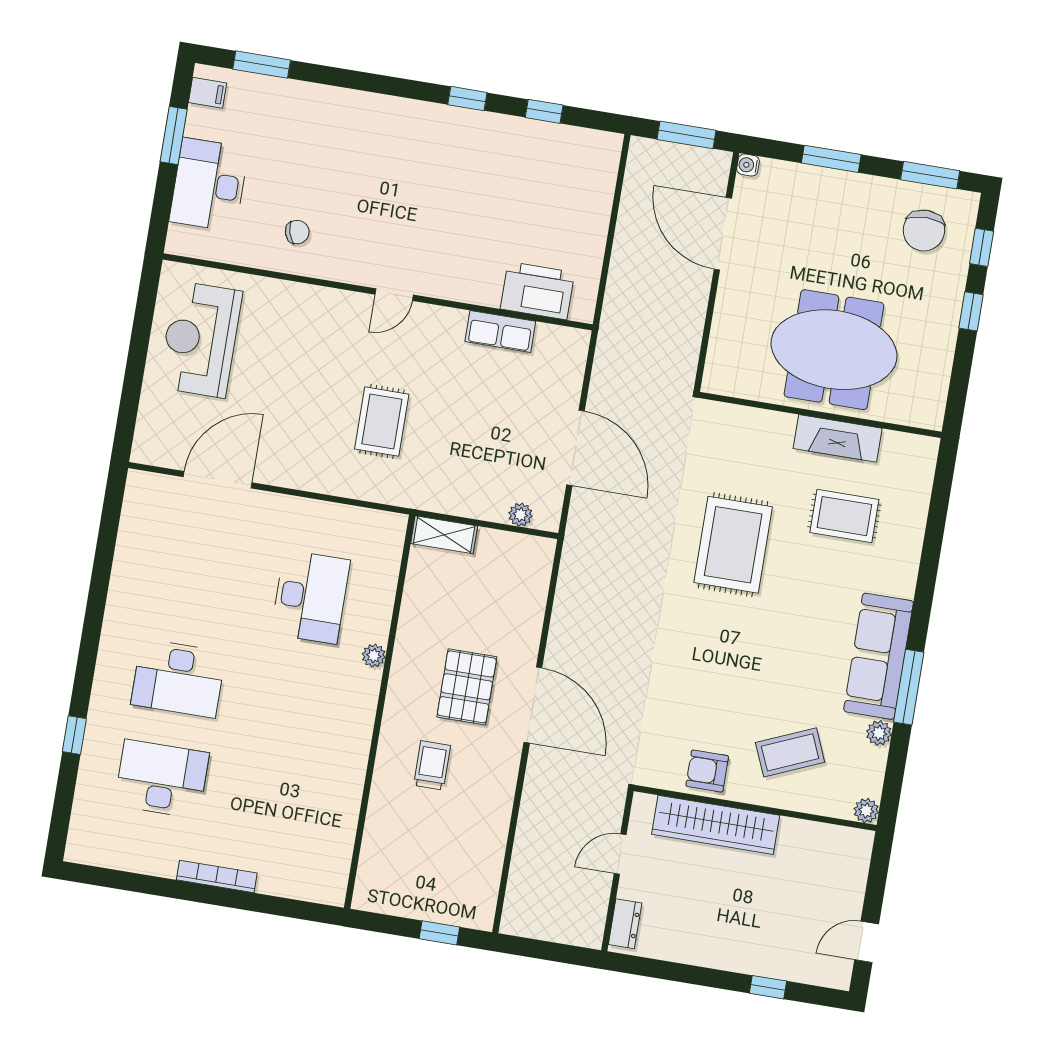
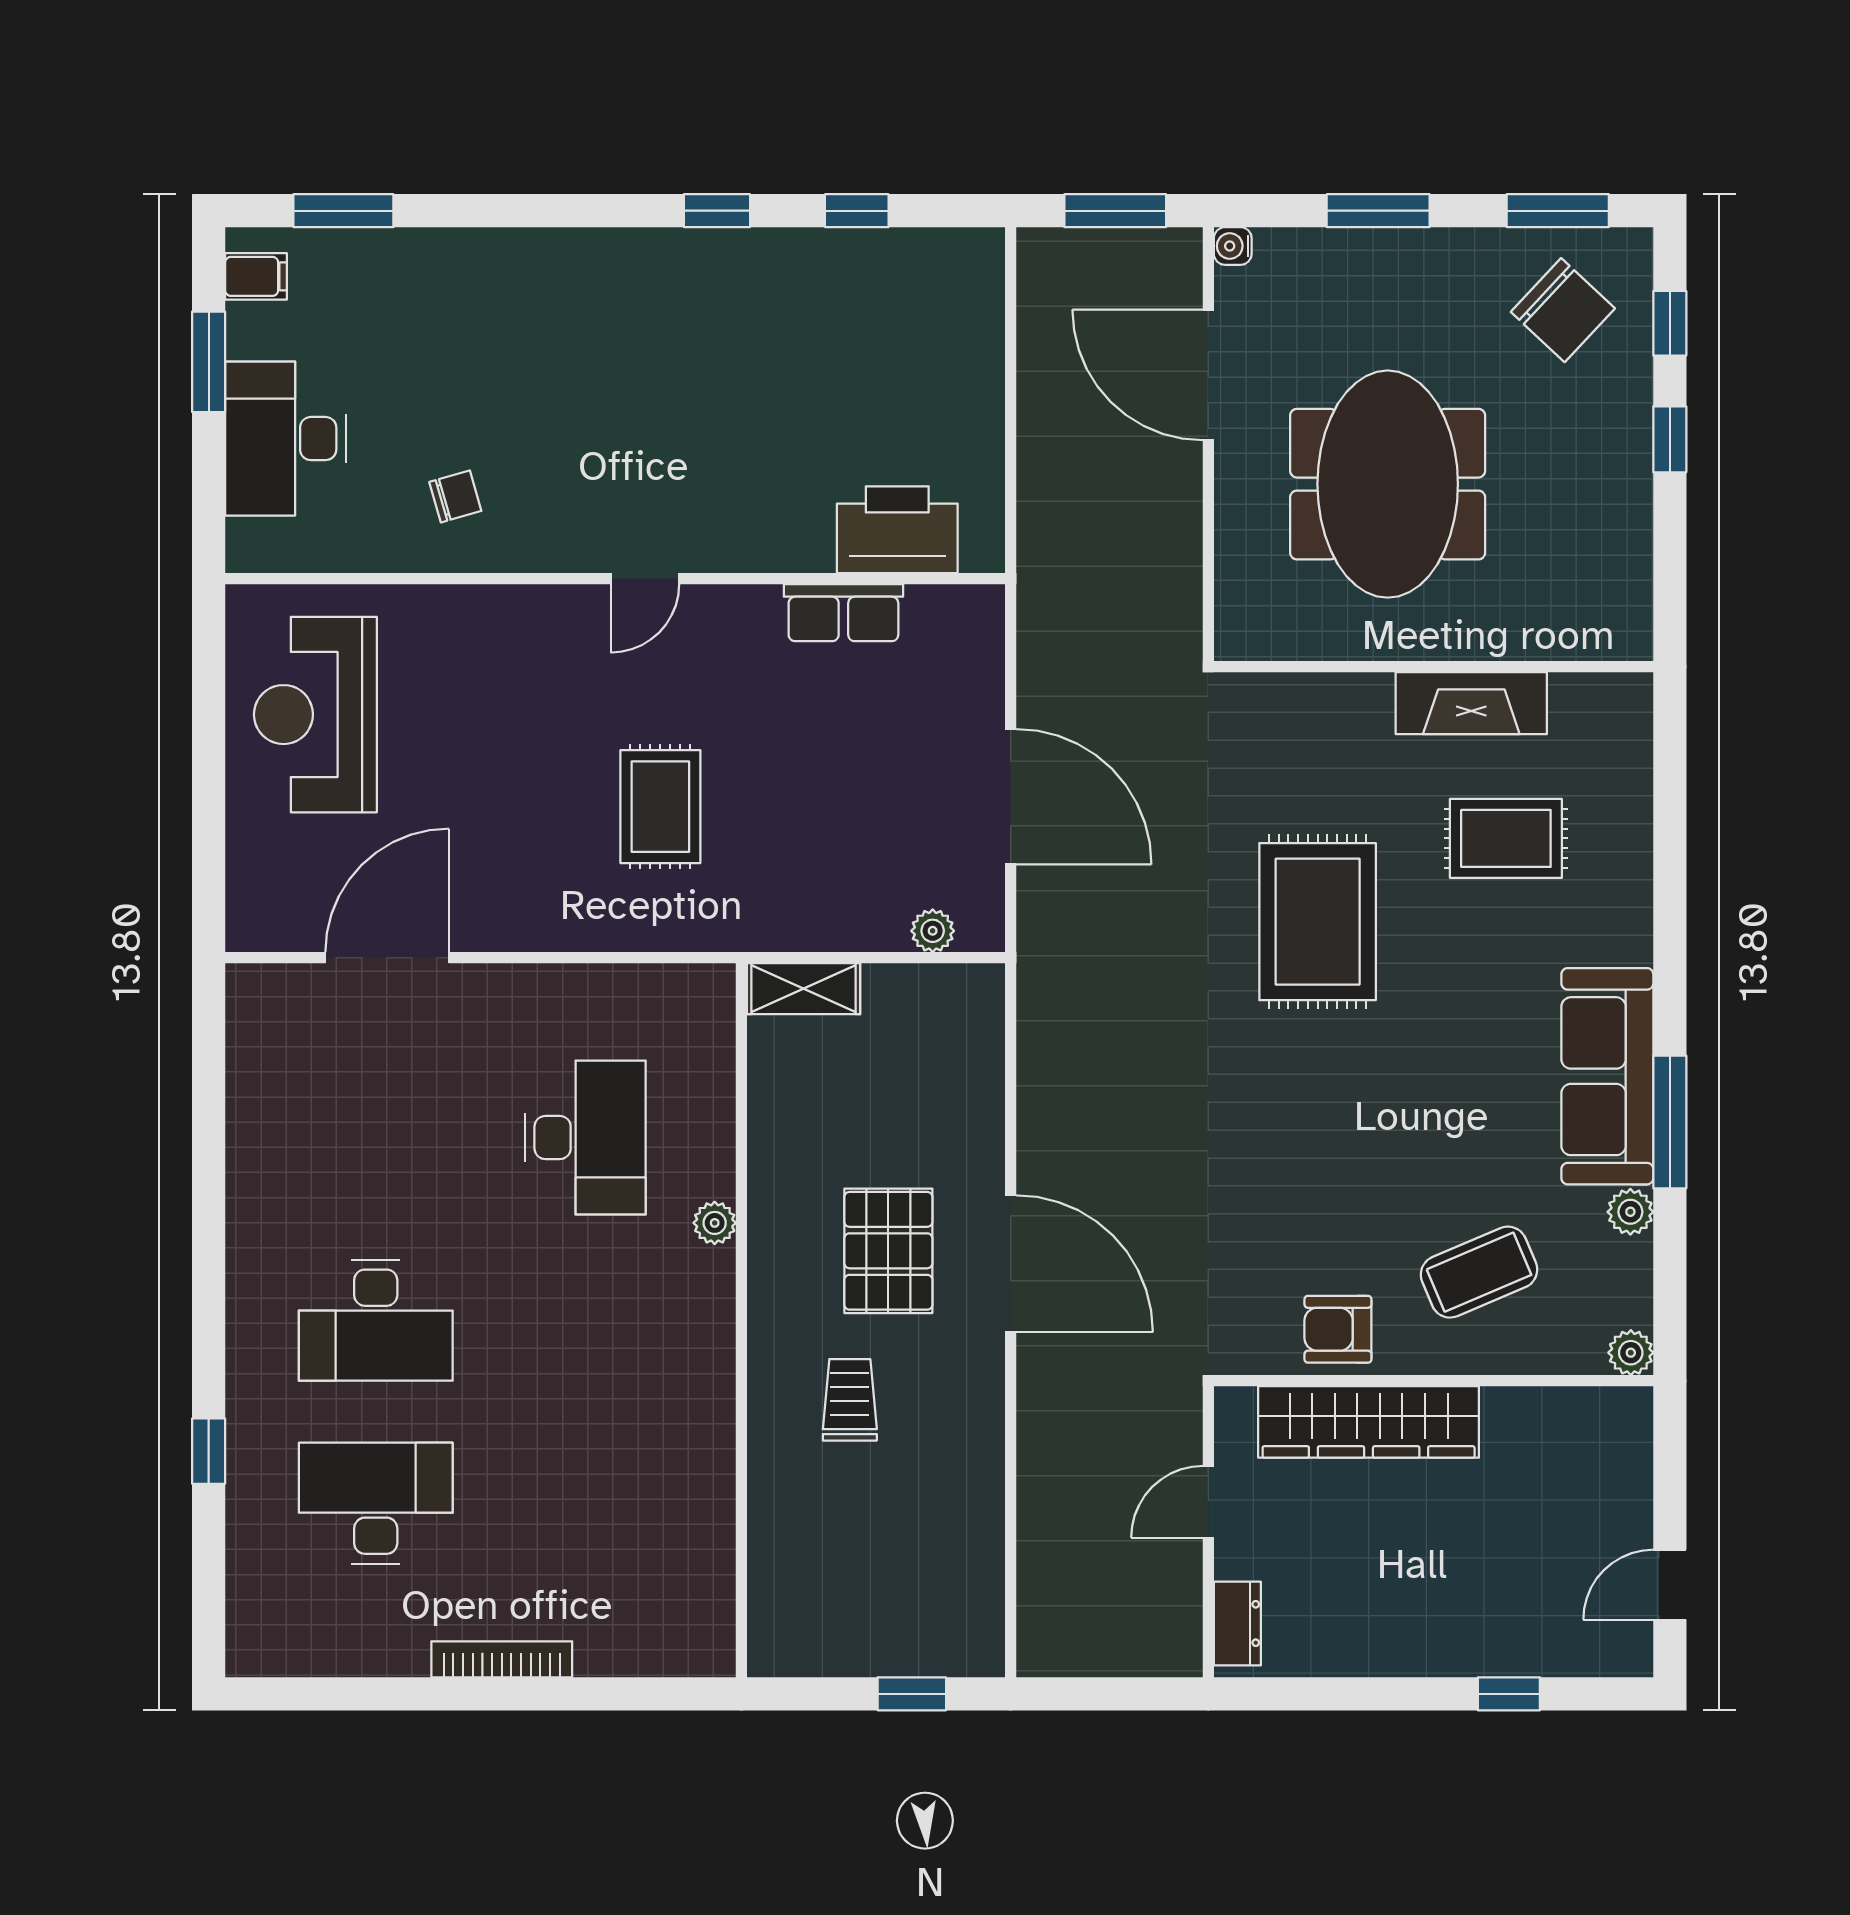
chair: (924, 230) -> (1563, 310), turned -47
meeting table: (834, 350) -> (1388, 484), moved, turned 90

